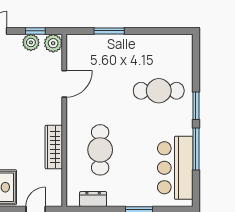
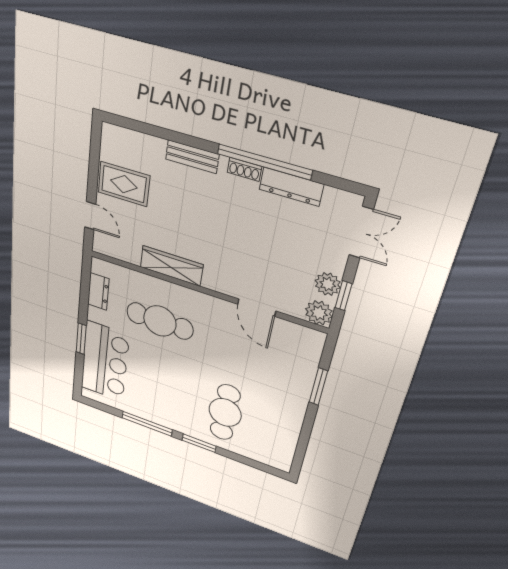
bar counter: (175, 168) -> (105, 362), moved, turned 90

